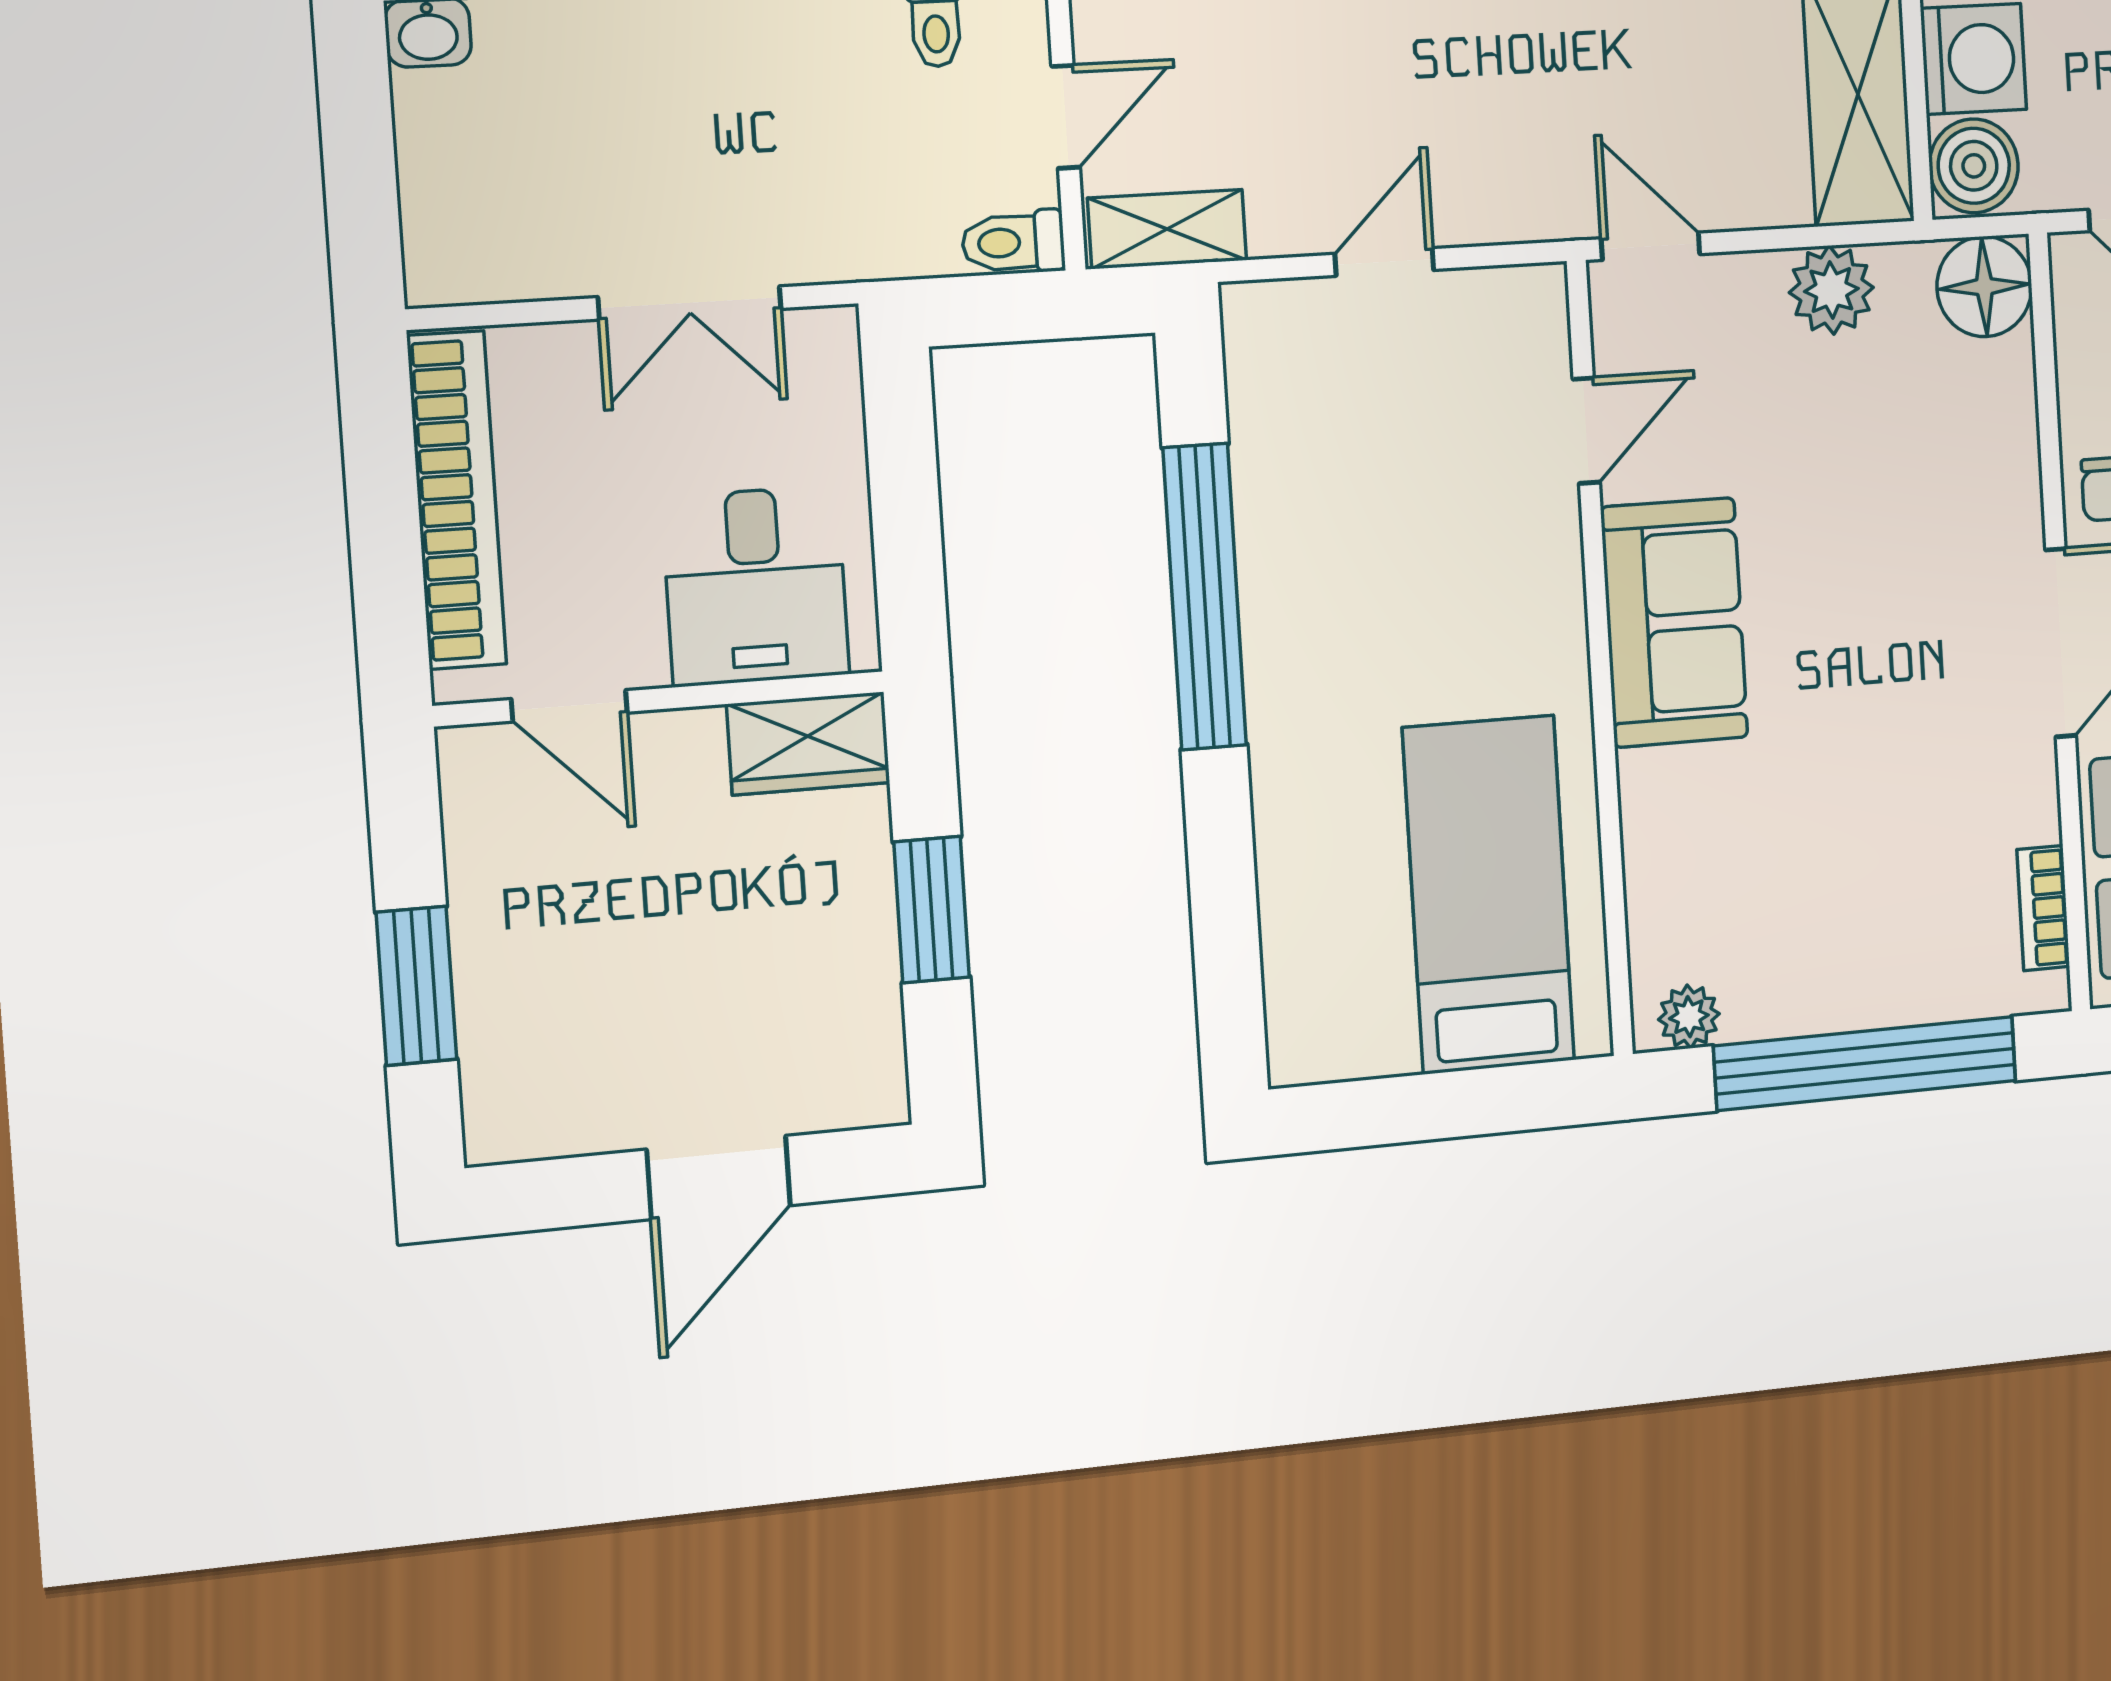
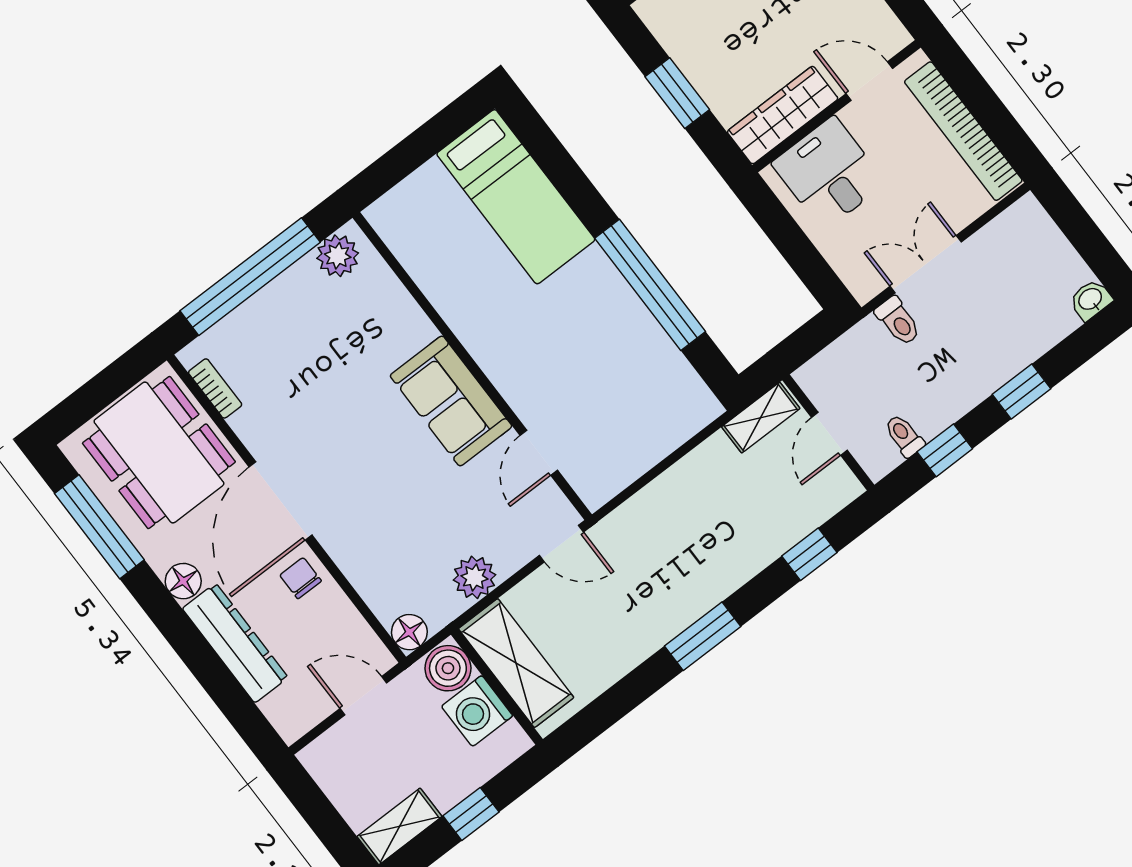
toilet: (1013, 242) -> (898, 321), moved, turned 90
door: (1384, 262) -> (666, 464), removed
floor lamp: (1984, 287) -> (409, 632), width x0.73, depth x0.73
wardrobe: (808, 743) -> (783, 115), width x1.50
bed: (1489, 894) -> (516, 197), moved
plant: (1689, 1017) -> (338, 256), width x1.38, depth x1.38

